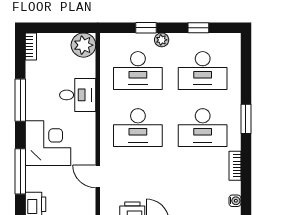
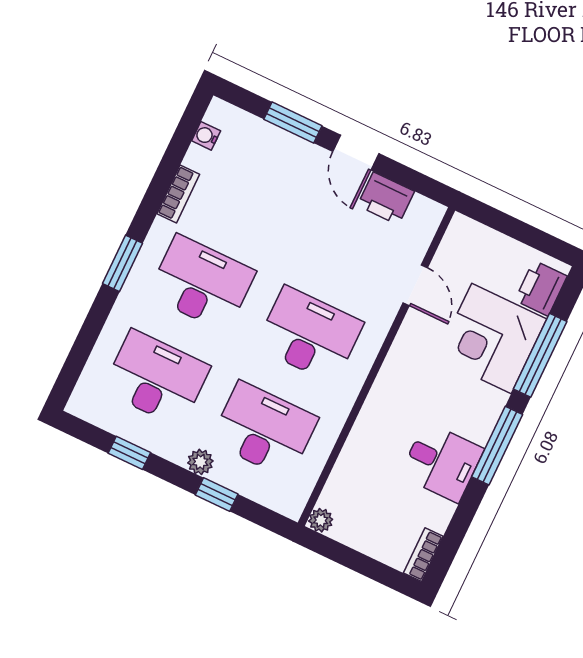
plant: (83, 45) -> (321, 520), width x0.53, depth x0.53
desk: (78, 95) -> (442, 462), moved, turned 180
window: (20, 100) -> (497, 446), moved
corner desk: (48, 143) -> (491, 338), moved

